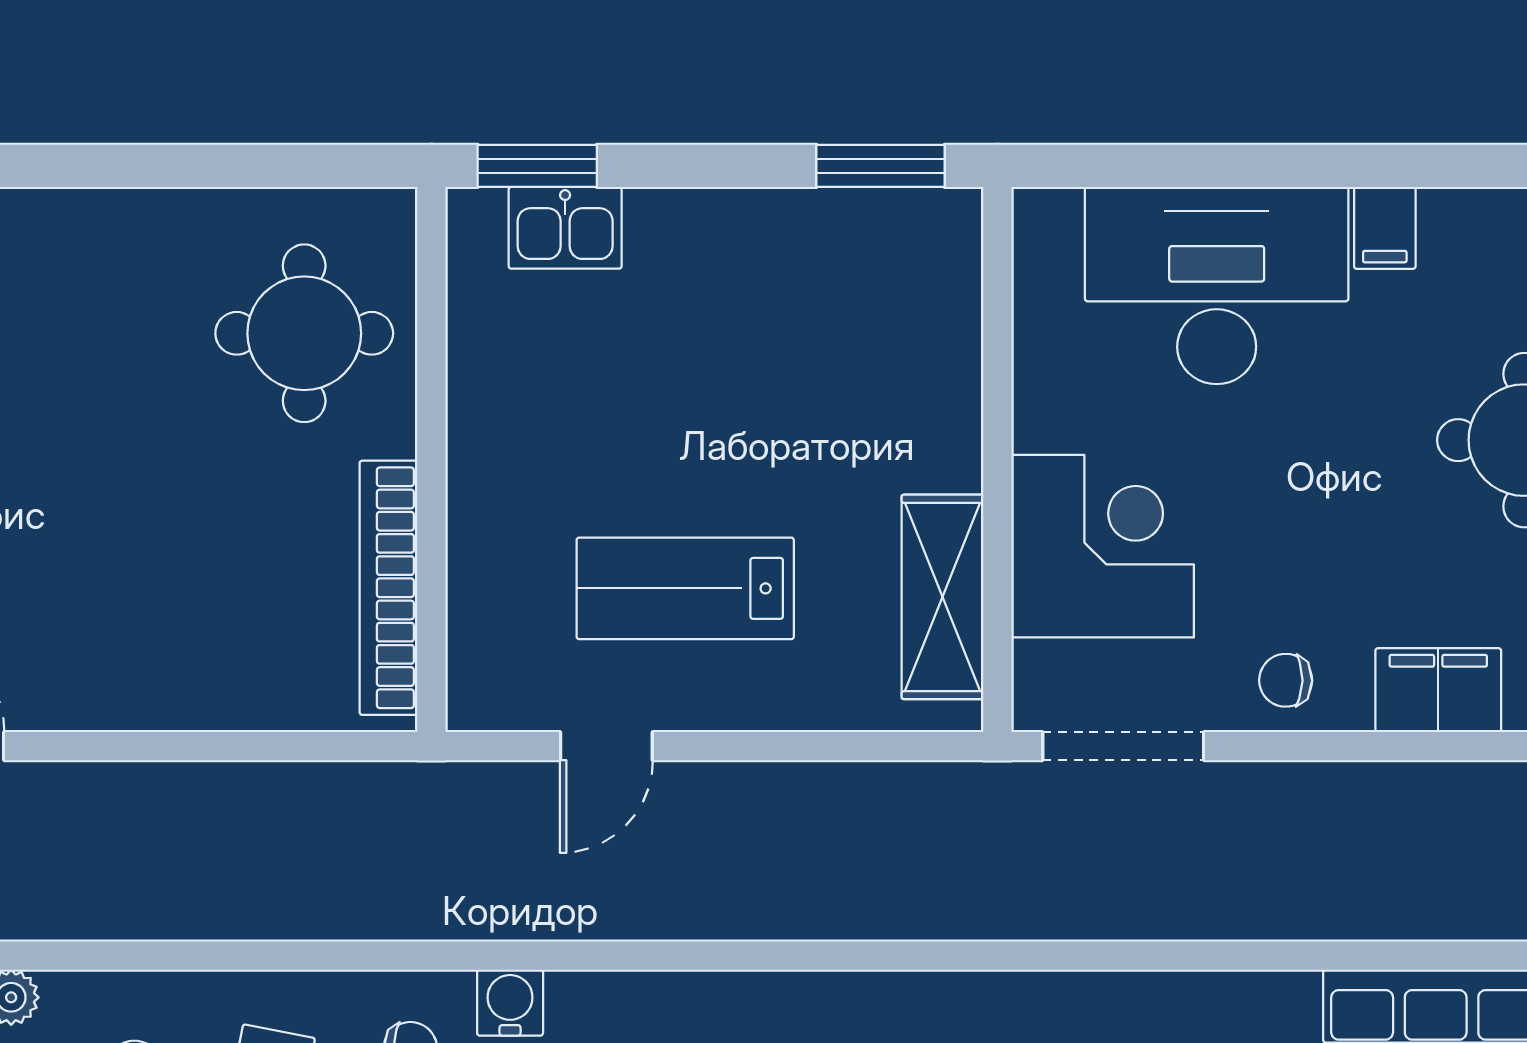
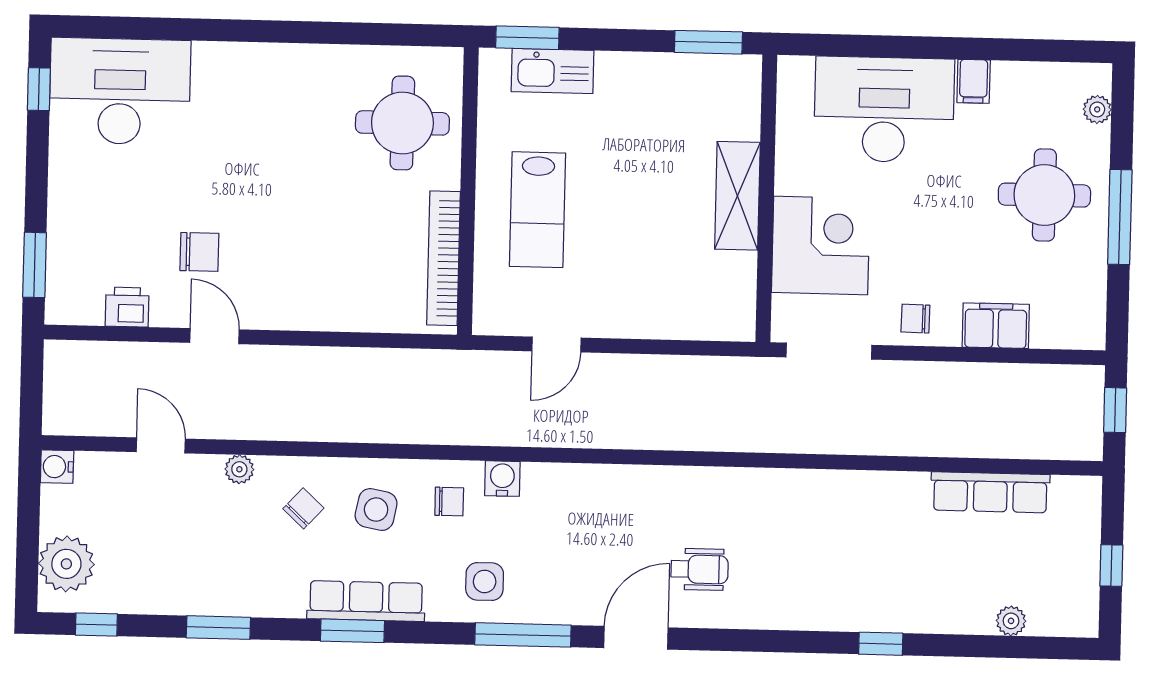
kitchen sink: (565, 228) -> (553, 71), width x1.38
lab bench: (685, 588) -> (537, 210), moved, turned -90
shelving: (943, 597) -> (737, 196), moved

